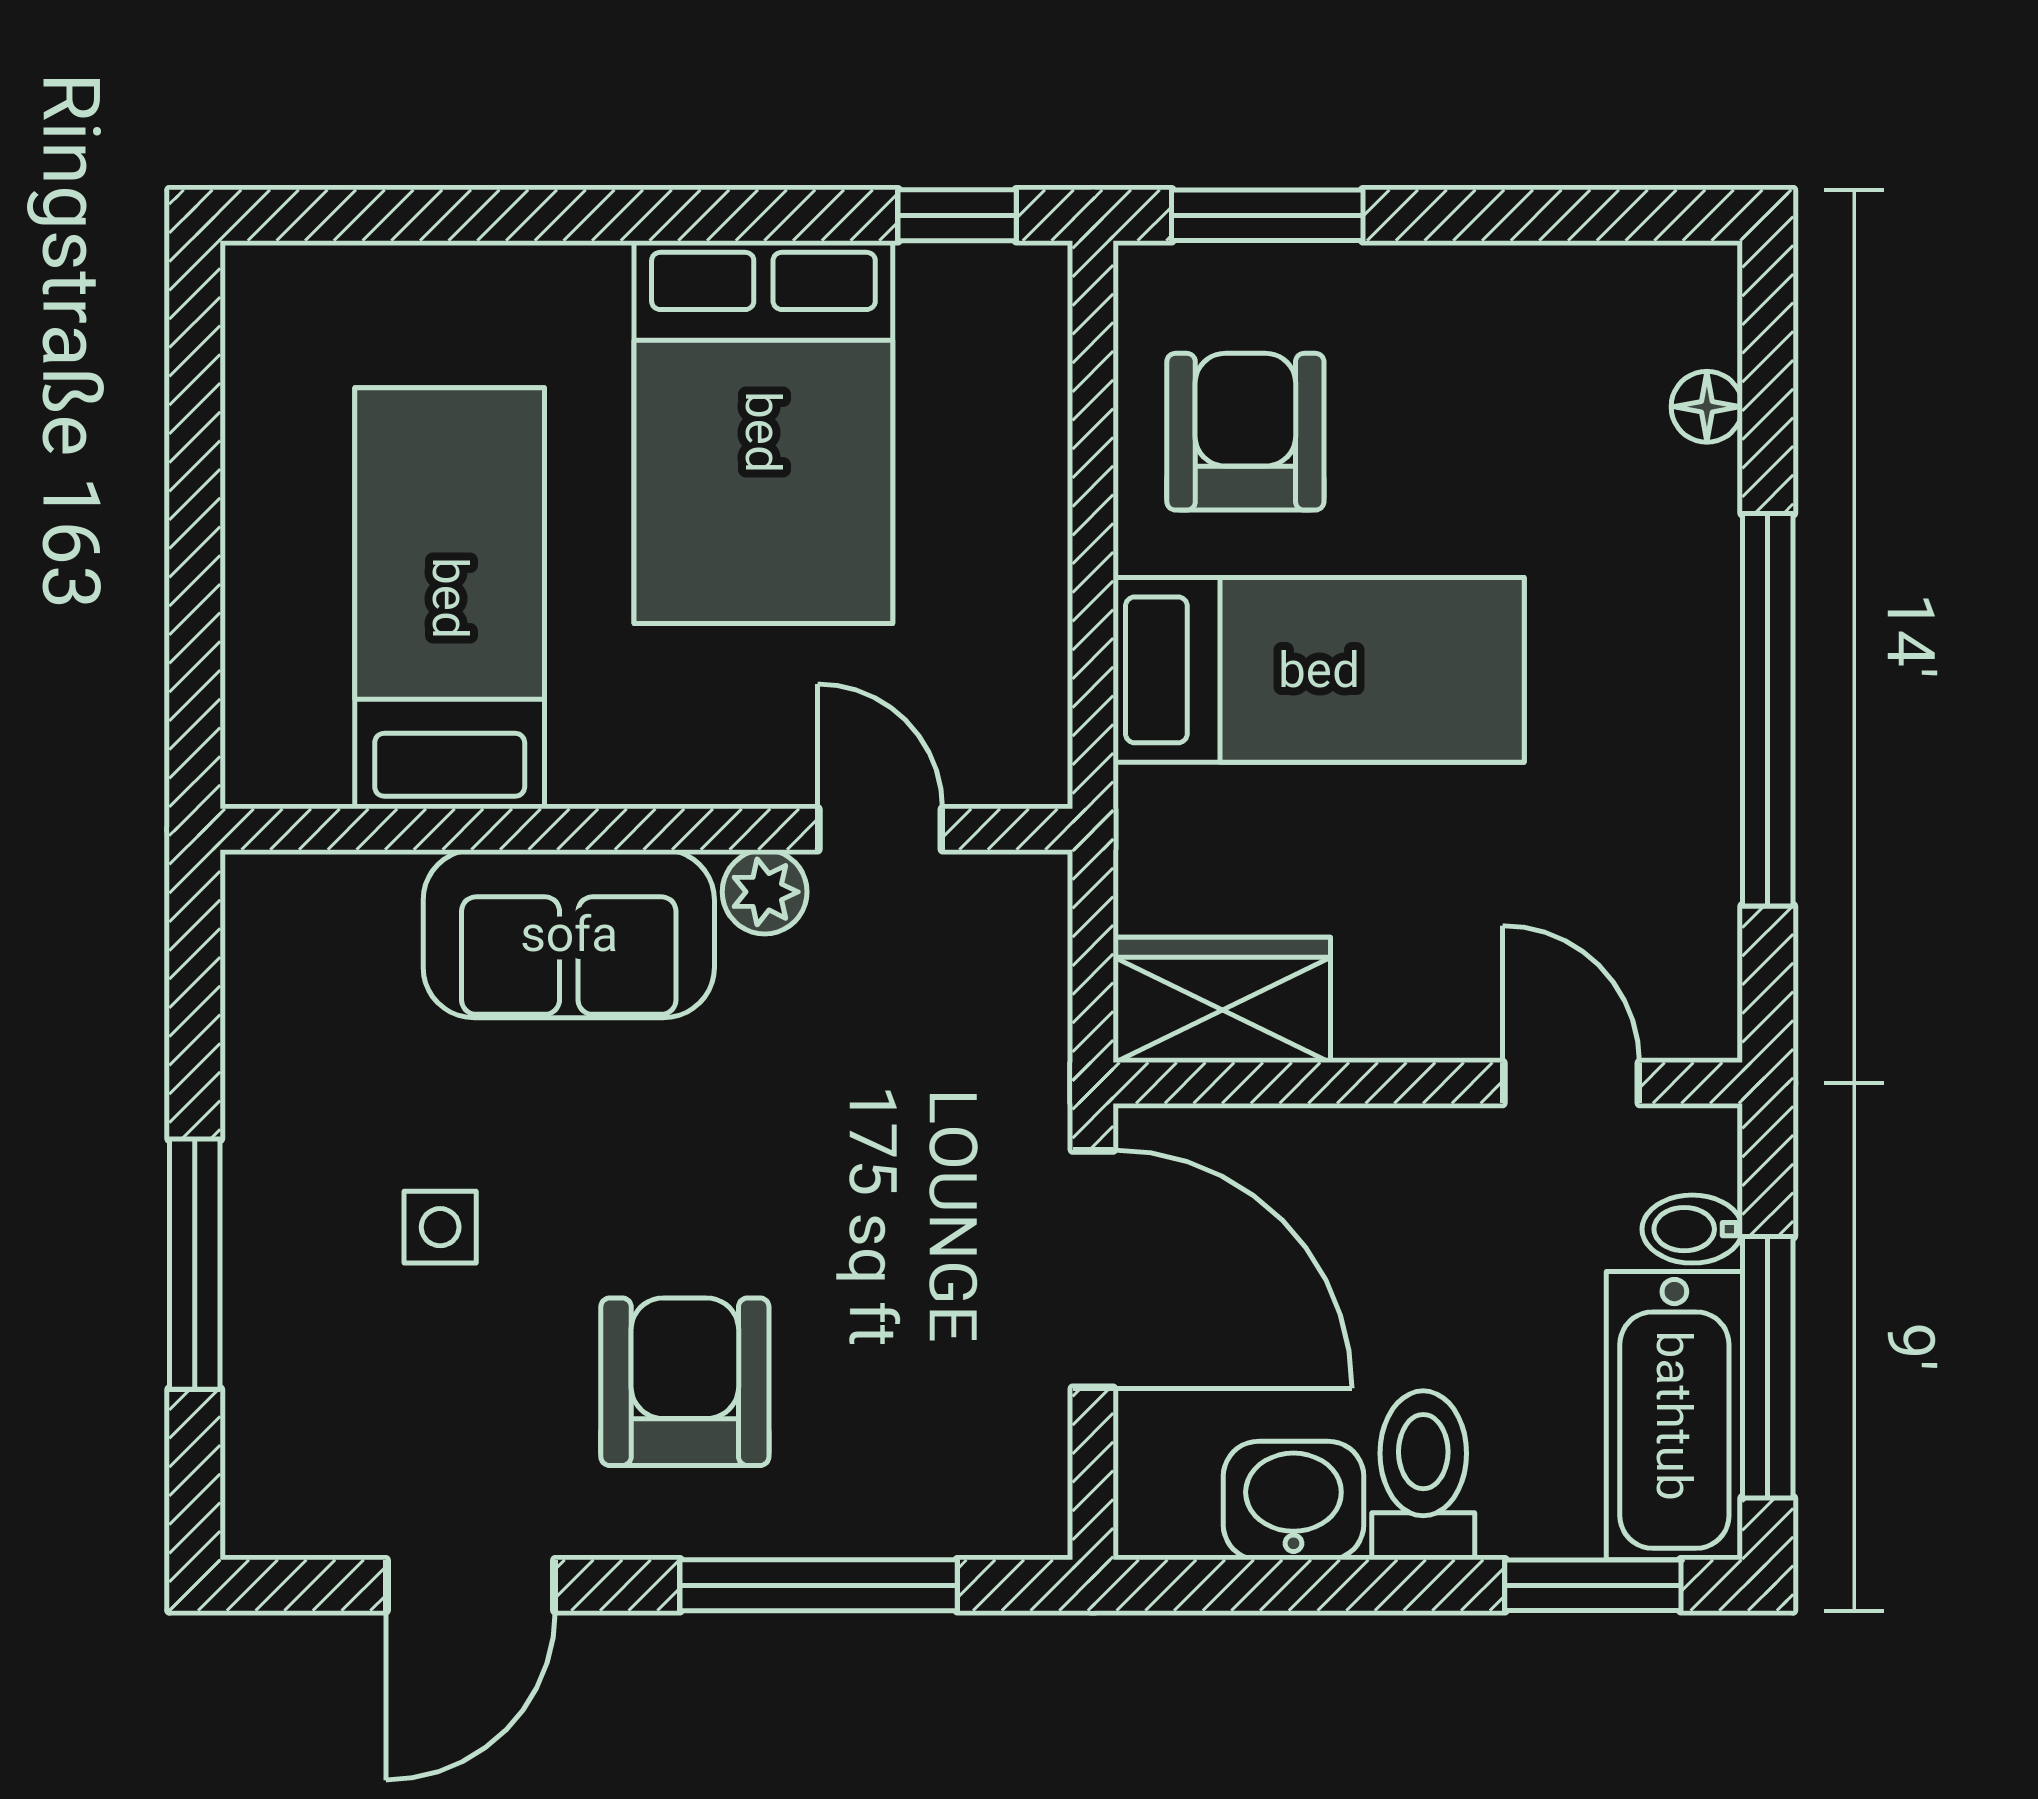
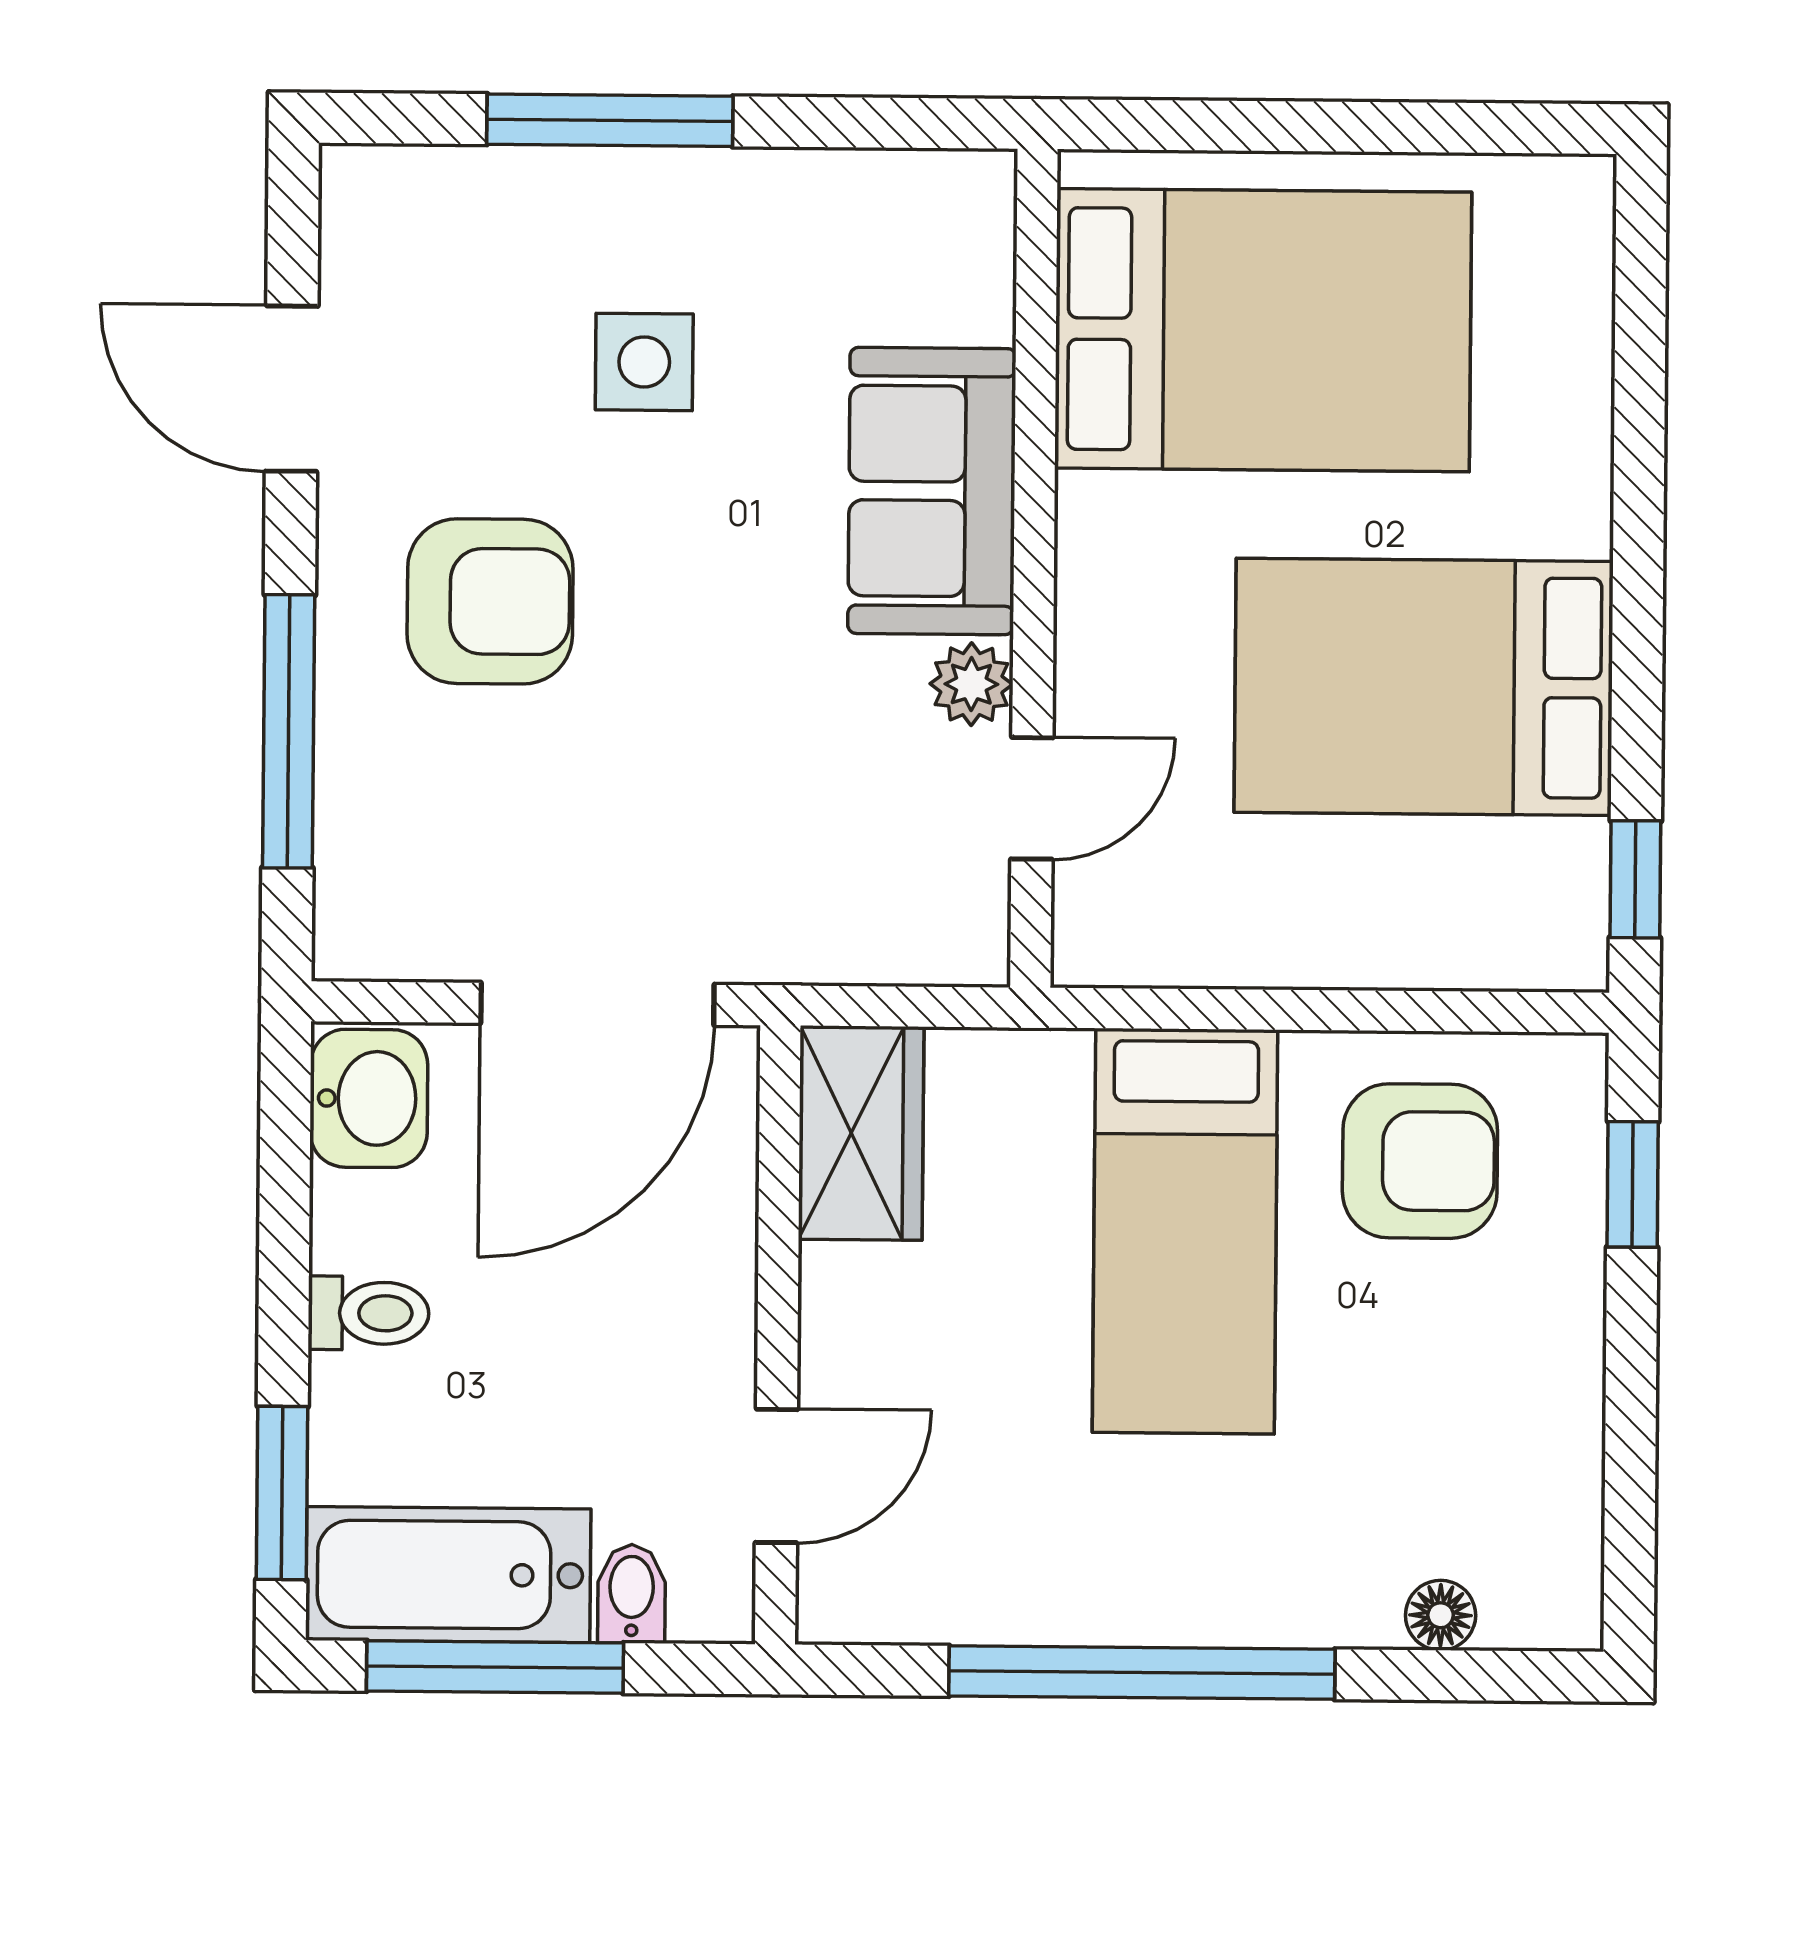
window: (1267, 215) -> (1633, 1184), width x0.67
bed: (450, 598) -> (1263, 330), width x1.50
side table: (440, 1227) -> (644, 362), width x1.37, depth x1.37
toilet: (1423, 1475) -> (369, 1313), width x0.73, depth x0.72
washbasin: (1293, 1501) -> (369, 1098), moved

